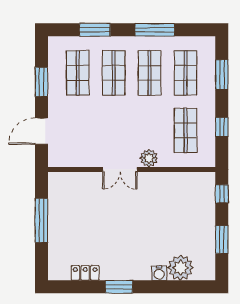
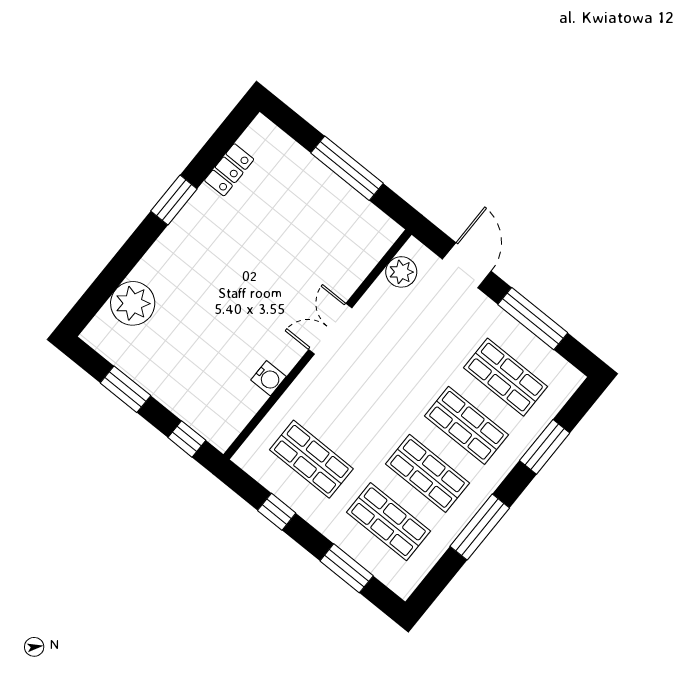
window: (41, 82) -> (533, 319), width x1.44
plant: (149, 158) -> (401, 272), moved
water cooler: (159, 273) -> (269, 378), moved, turned 180

